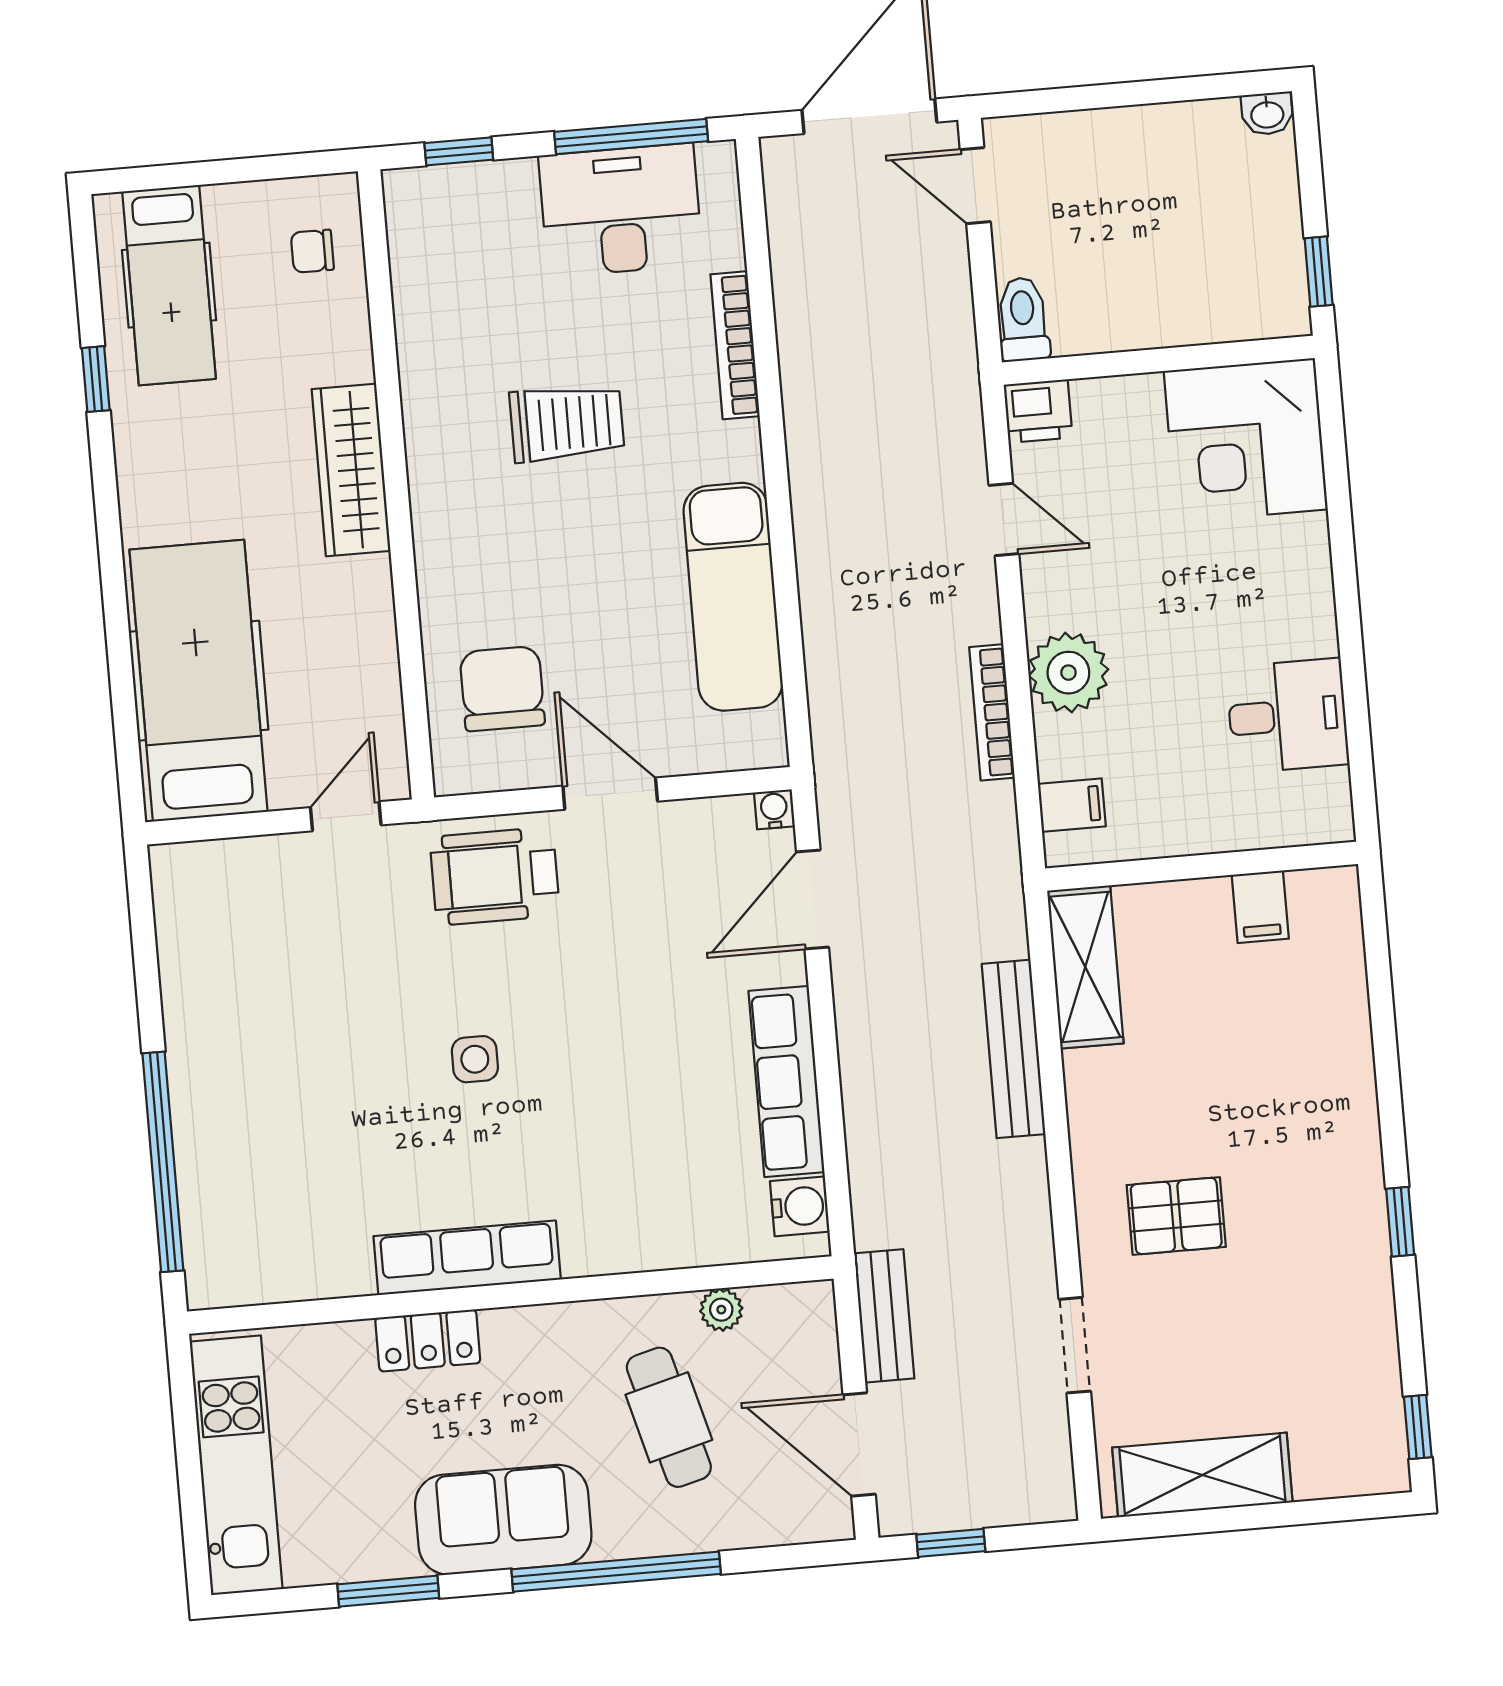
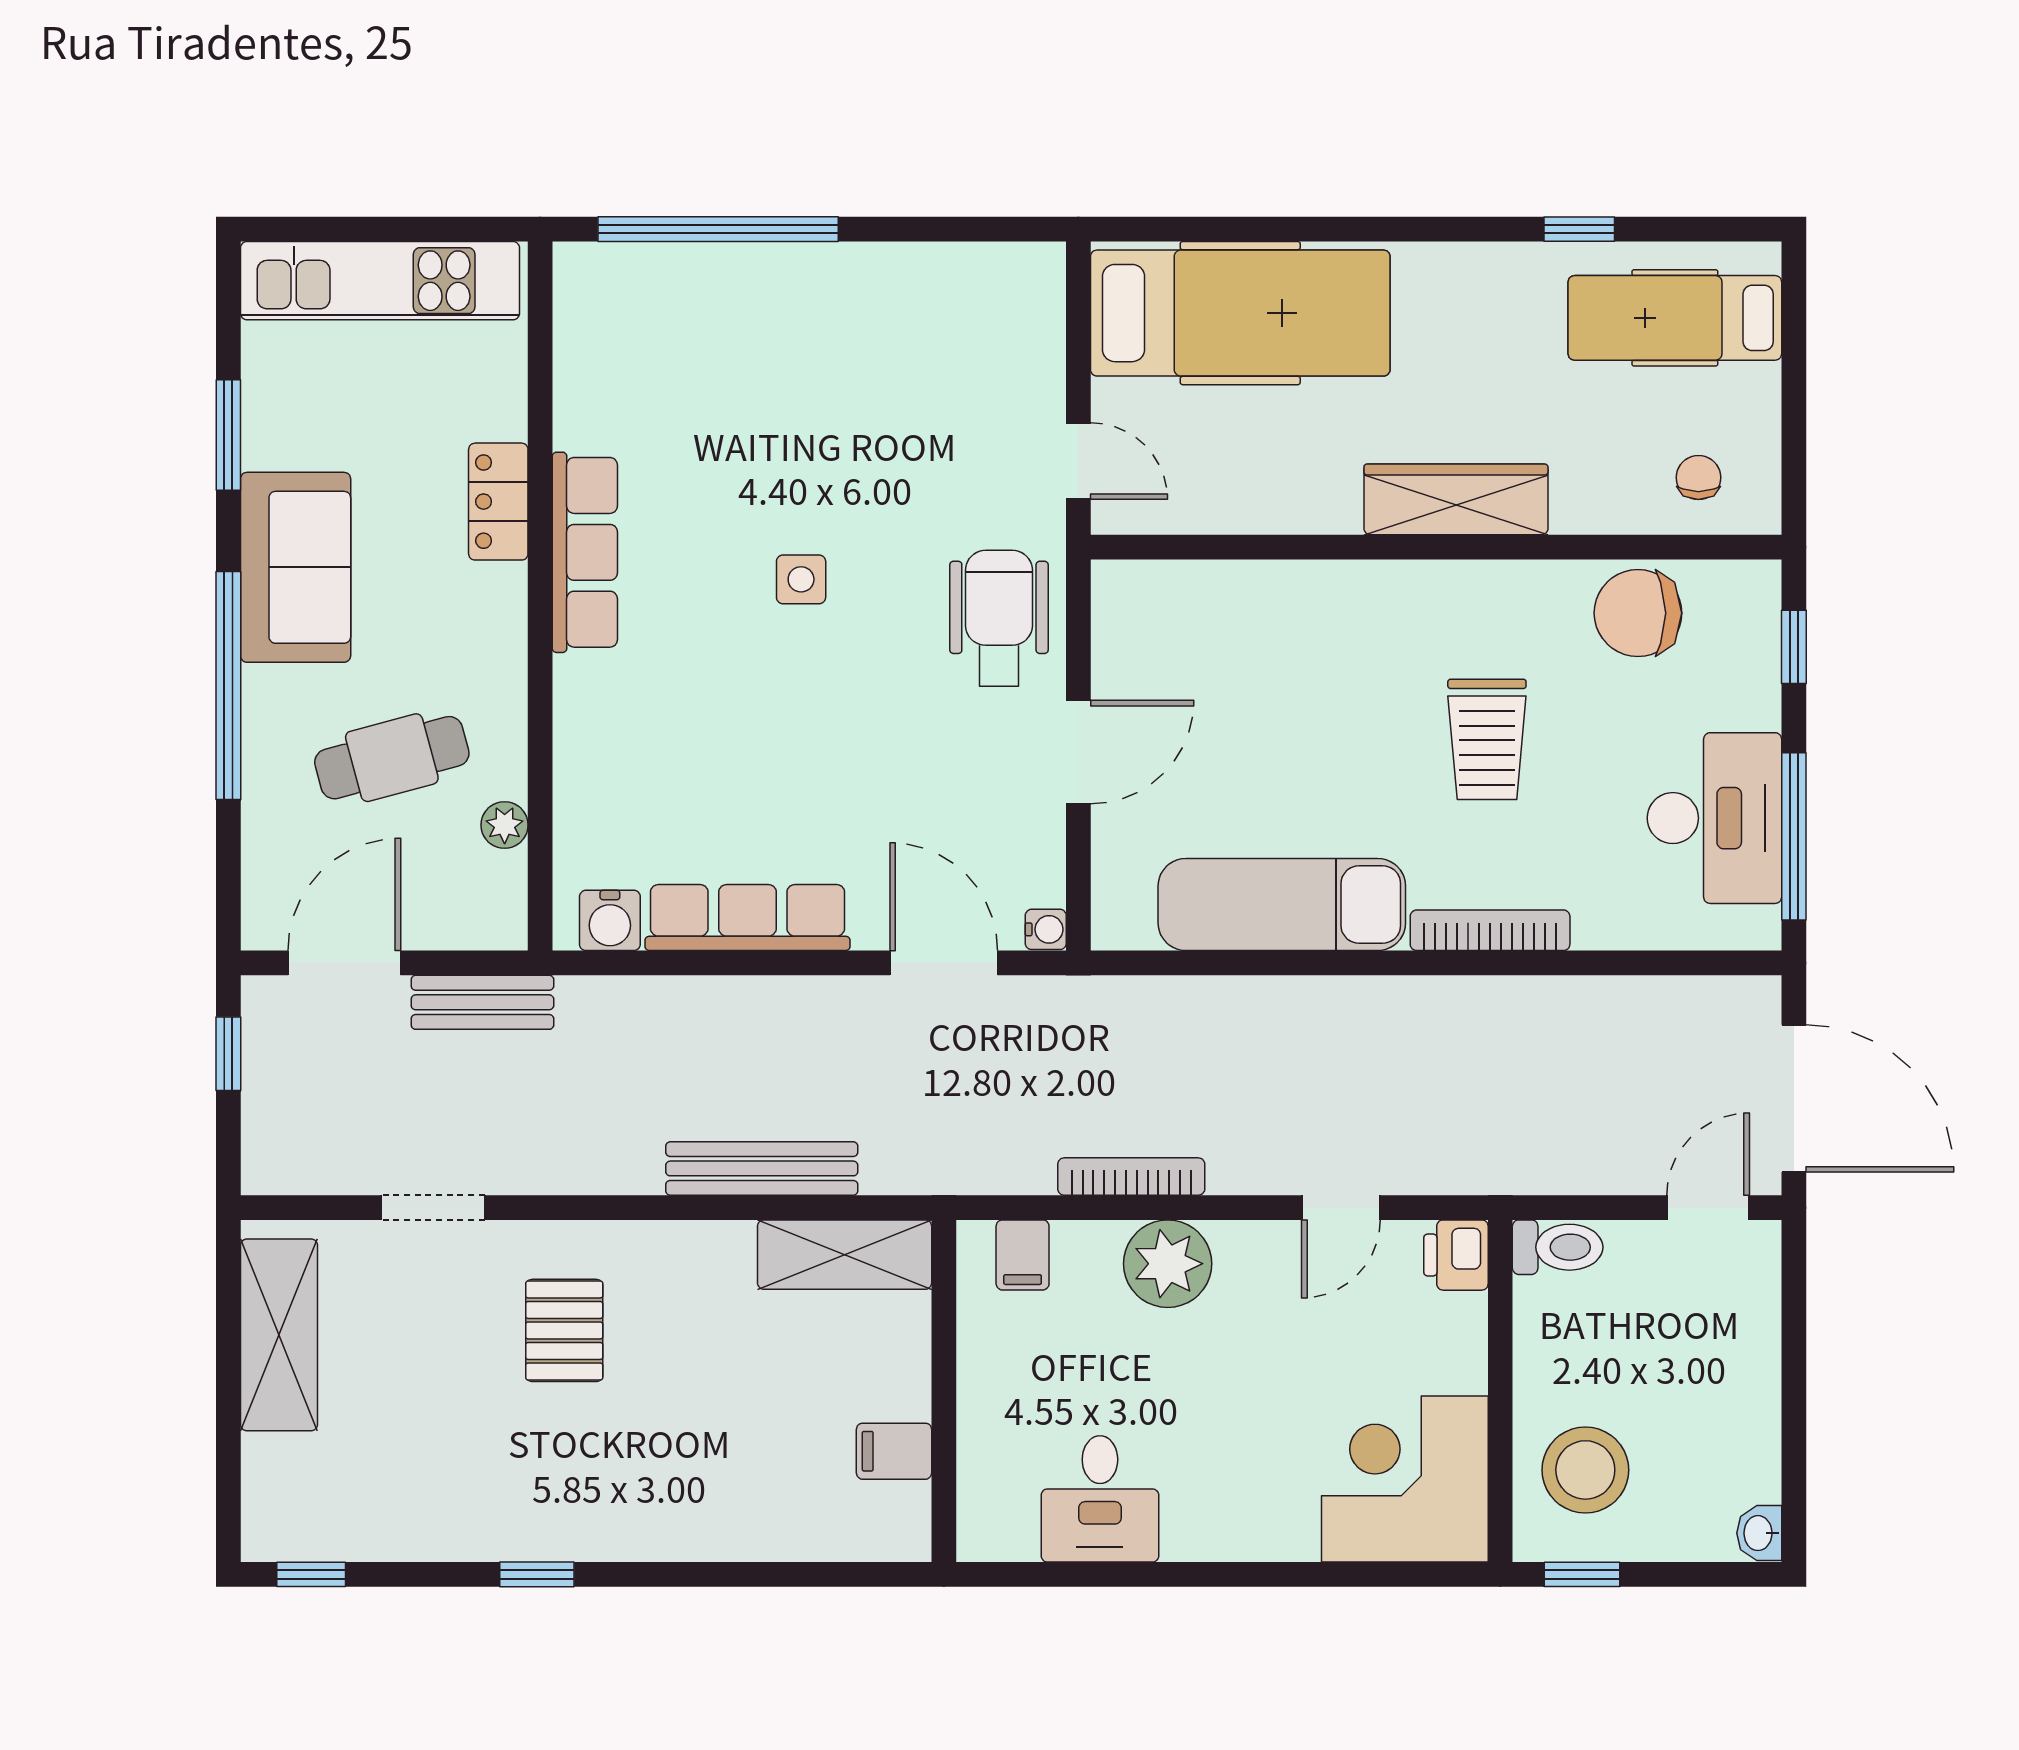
stool: (1223, 277) -> (1585, 1470), added
bookcase: (735, 345) -> (1490, 930), moved
chair: (502, 689) -> (1638, 613), moved, turned 180

